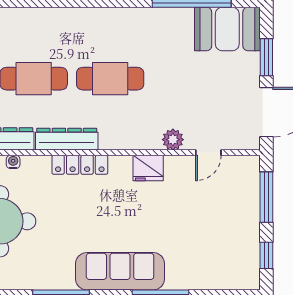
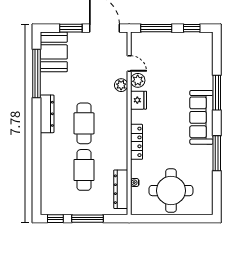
dresser: (67, 139) -> (47, 114), moved, turned 180
plant: (181, 167) -> (138, 80), added

